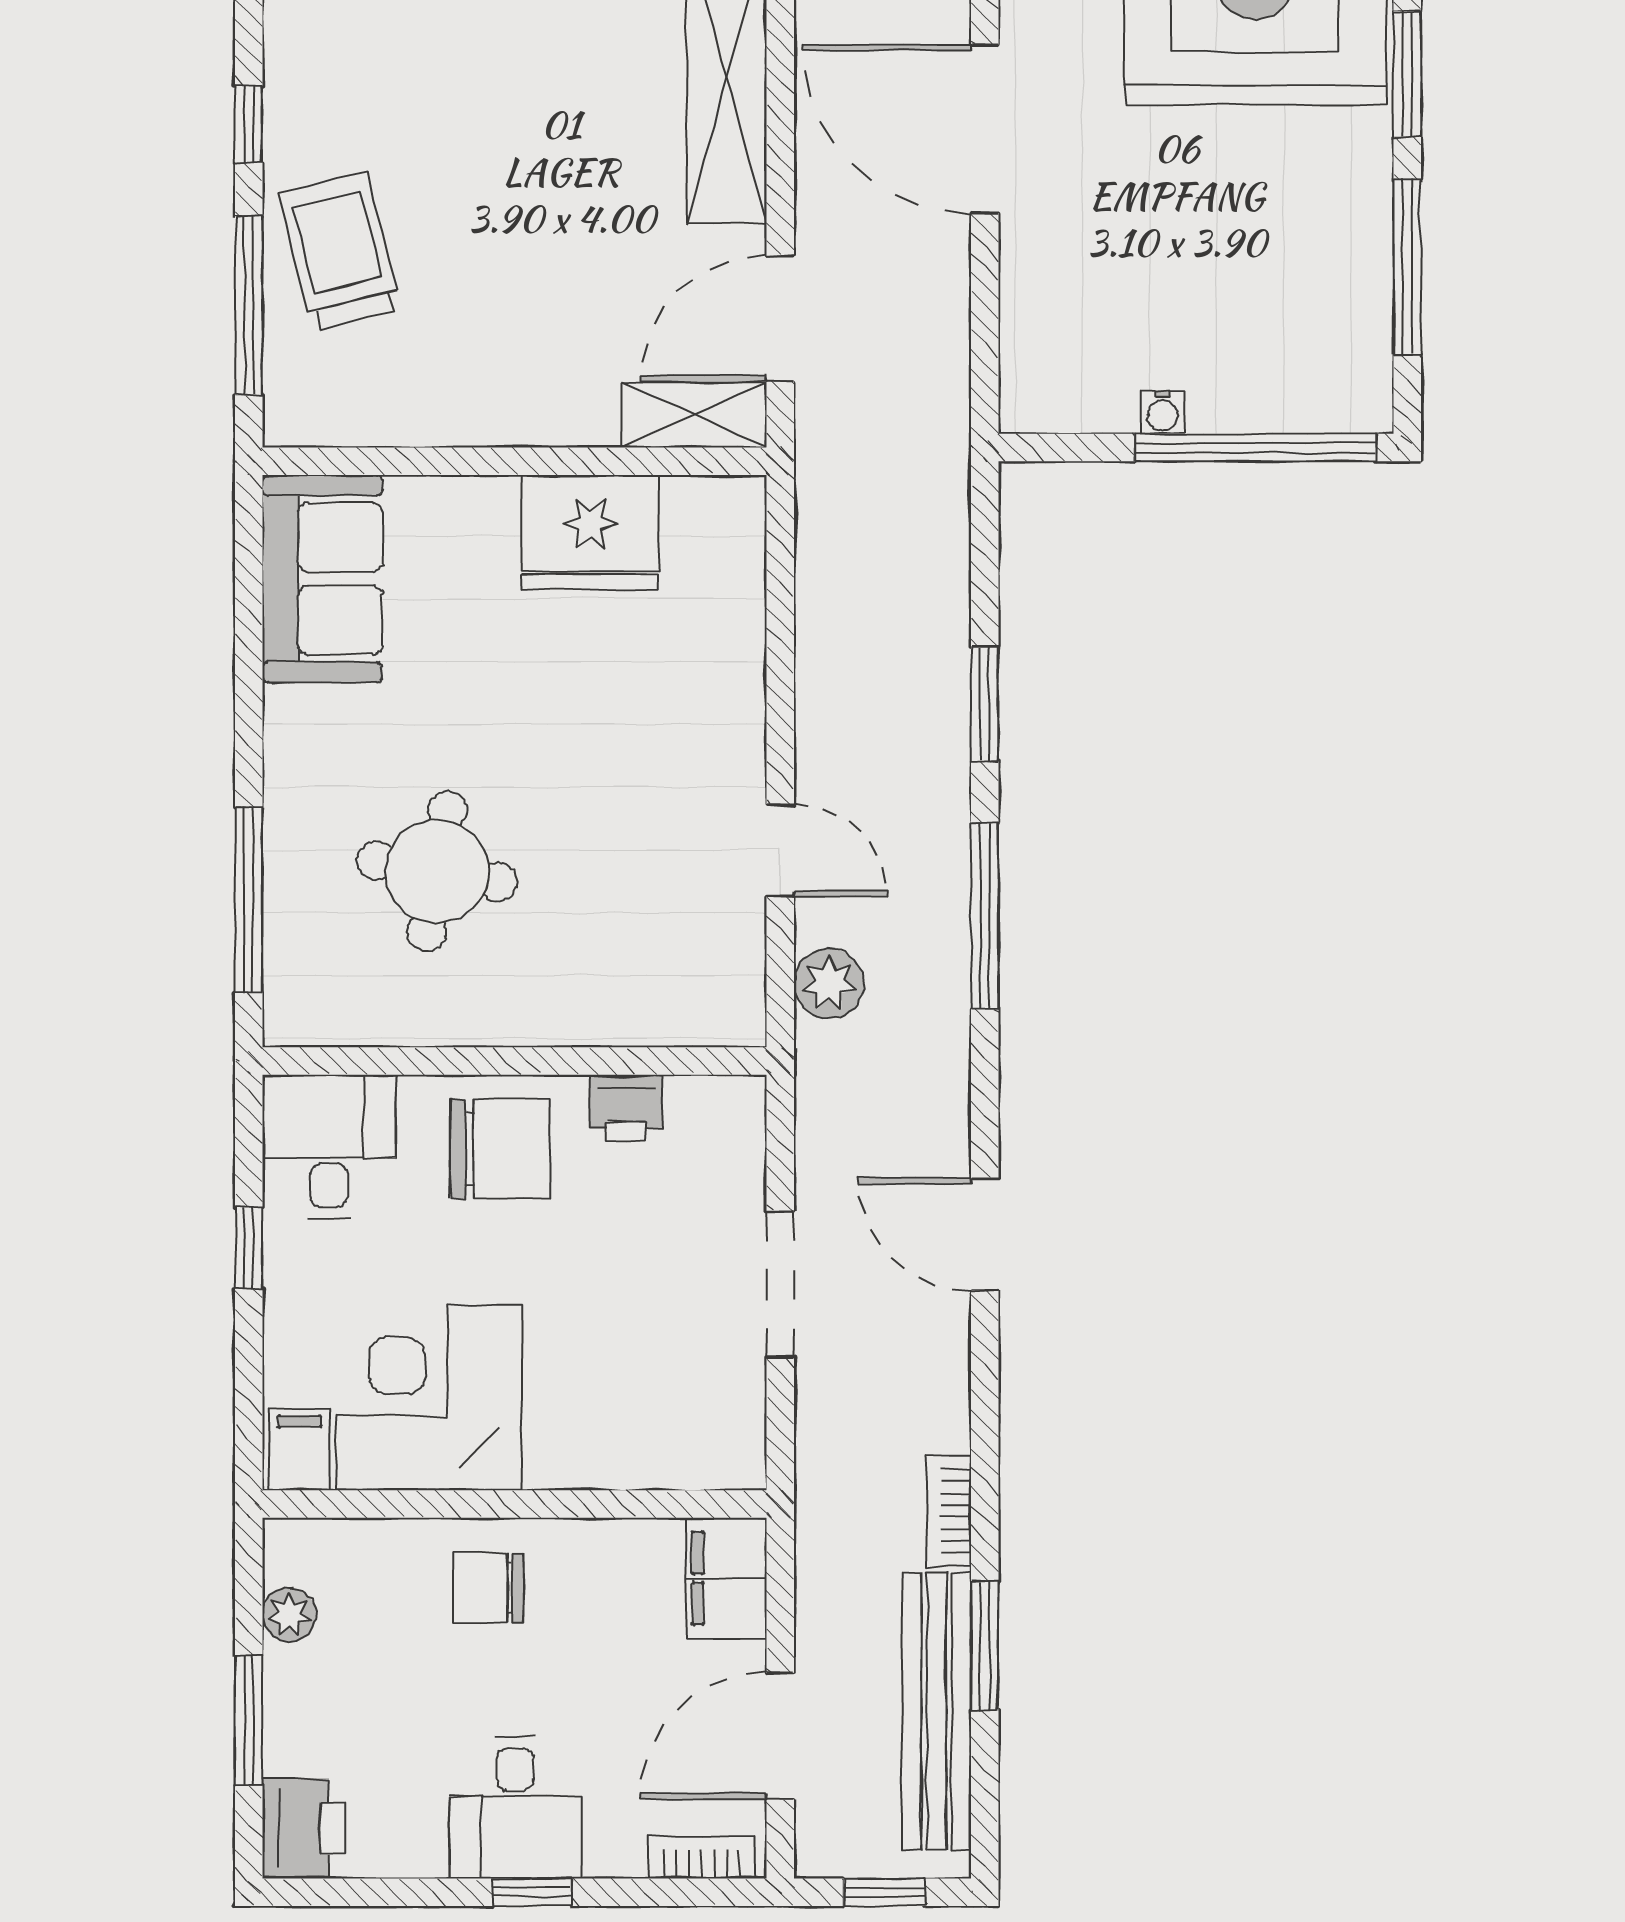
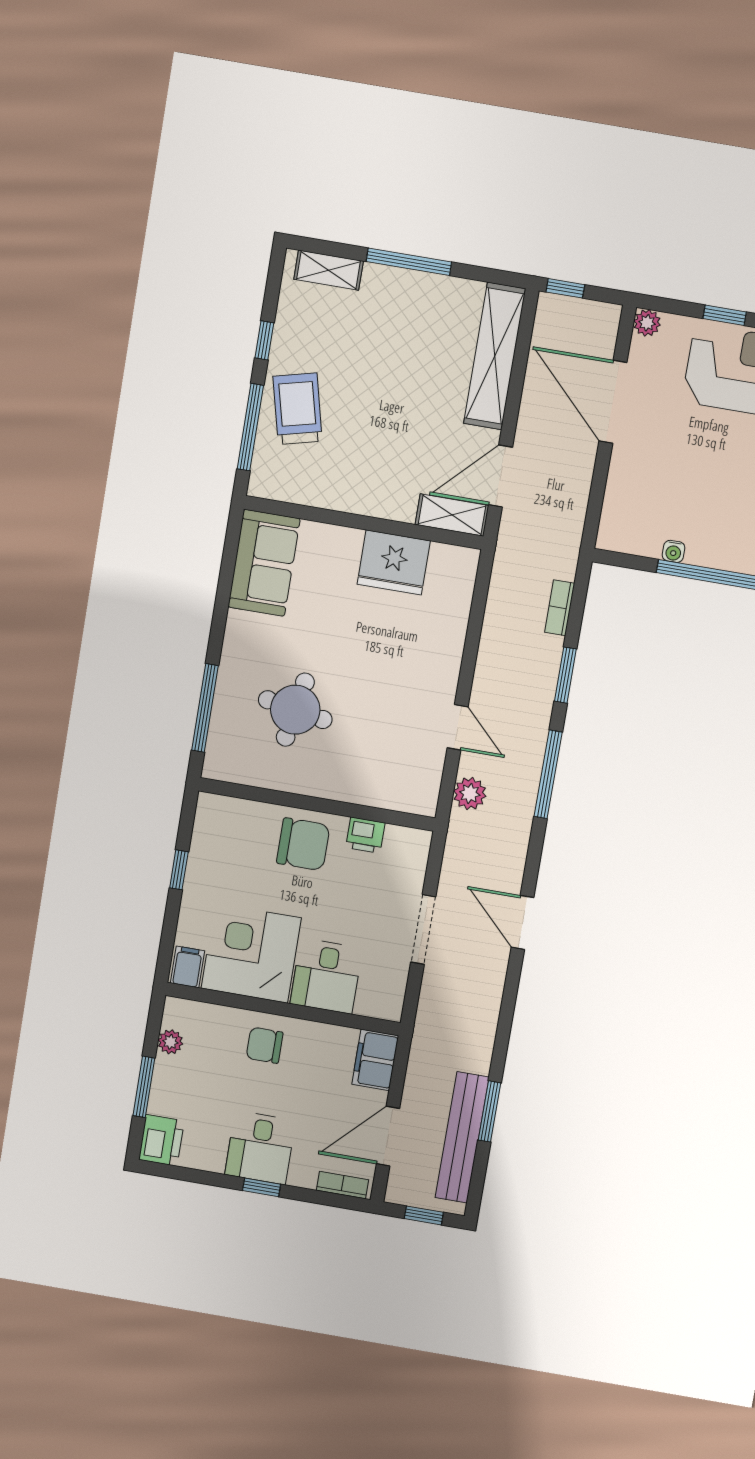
desk: (329, 1147) -> (326, 976), moved, turned 180
bookcase: (949, 1511) -> (560, 608), moved

